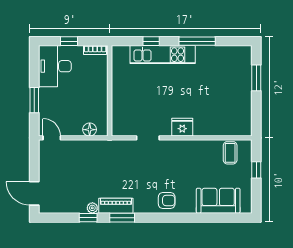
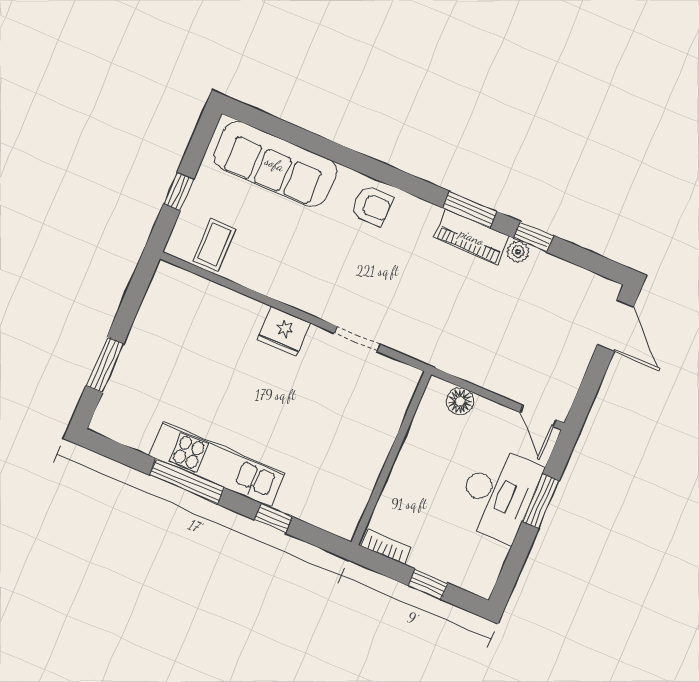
kitchen unit: (163, 55) -> (217, 464), moved
desk: (55, 66) -> (498, 494), moved
armchair: (167, 201) -> (372, 206), turned 180
sofa: (218, 201) -> (275, 164), width x1.36

